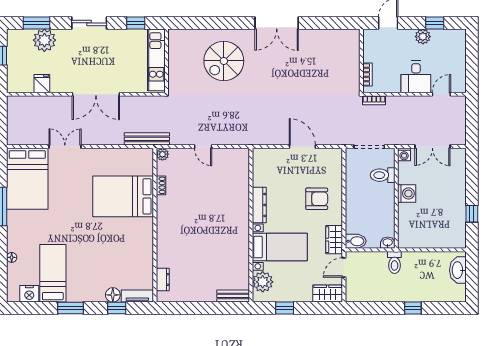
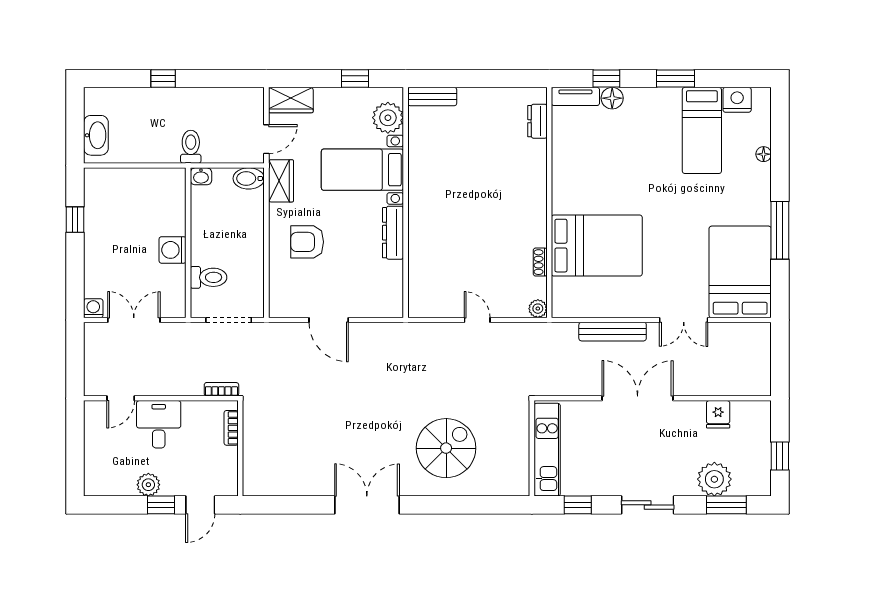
window: (435, 23) -> (161, 505), moved
bench: (147, 139) -> (613, 332), moved
washing machine: (404, 154) -> (93, 308), moved

